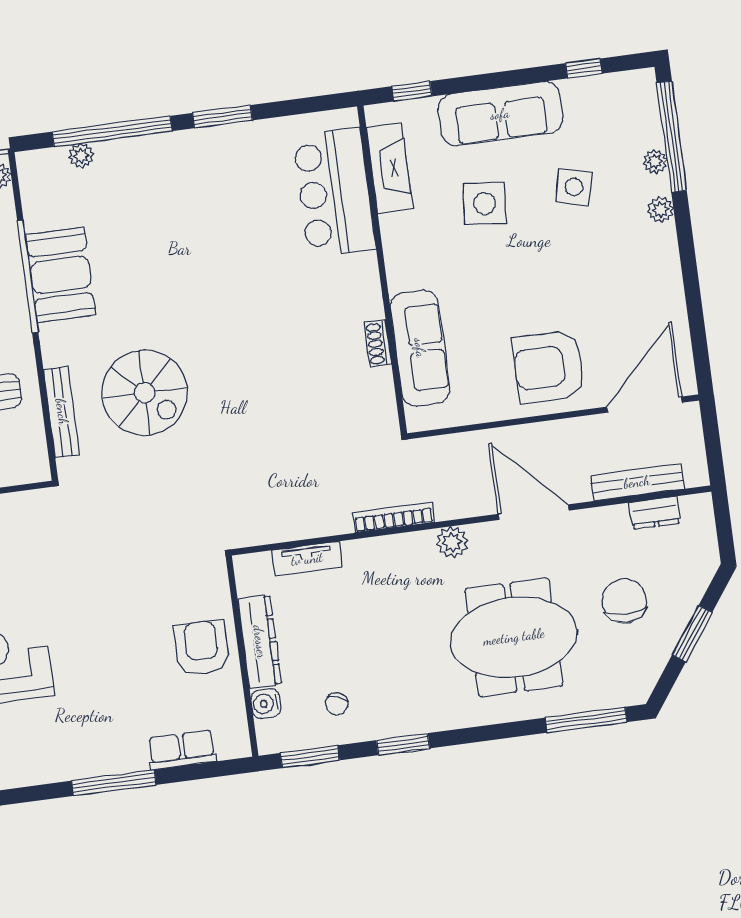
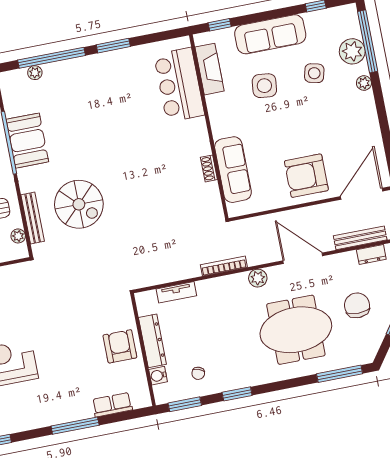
plant: (655, 162) -> (352, 51), width x1.88, depth x1.88
plant: (34, 442) -> (18, 236), added

